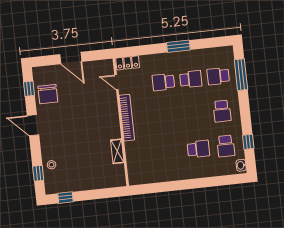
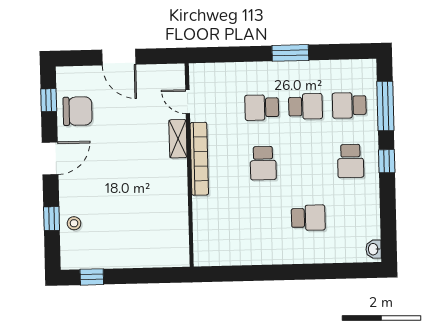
locker: (128, 63) -> (208, 72), removed
chair: (48, 94) -> (78, 111), turned -90
door: (33, 125) -> (50, 158), swing flipped
window: (248, 142) -> (387, 161), moved
school desk: (226, 146) -> (263, 163), moved
shelving: (117, 151) -> (178, 139), moved
window: (38, 173) -> (52, 219), moved

